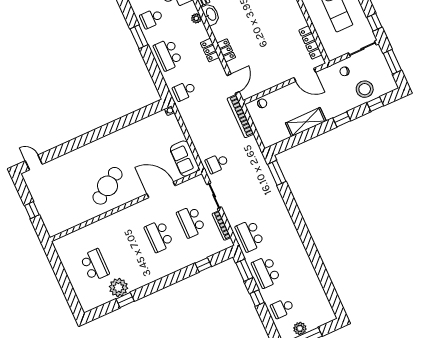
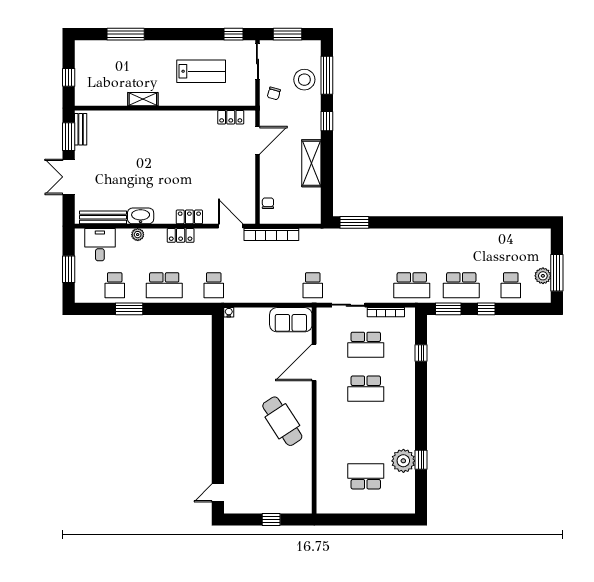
locker: (310, 42) -> (231, 117), width x0.66
window: (375, 104) -> (327, 75), width x2.17

